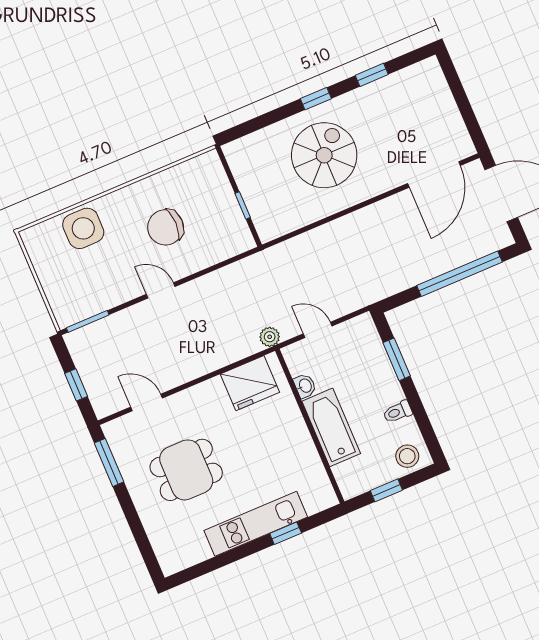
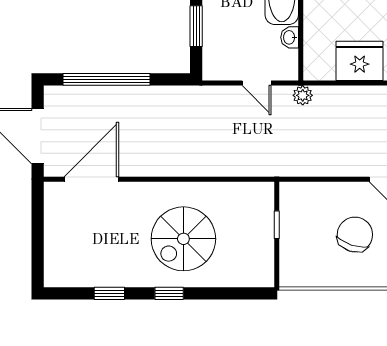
chair: (166, 227) -> (355, 235), turned -72
fridge: (250, 383) -> (360, 61), moved

